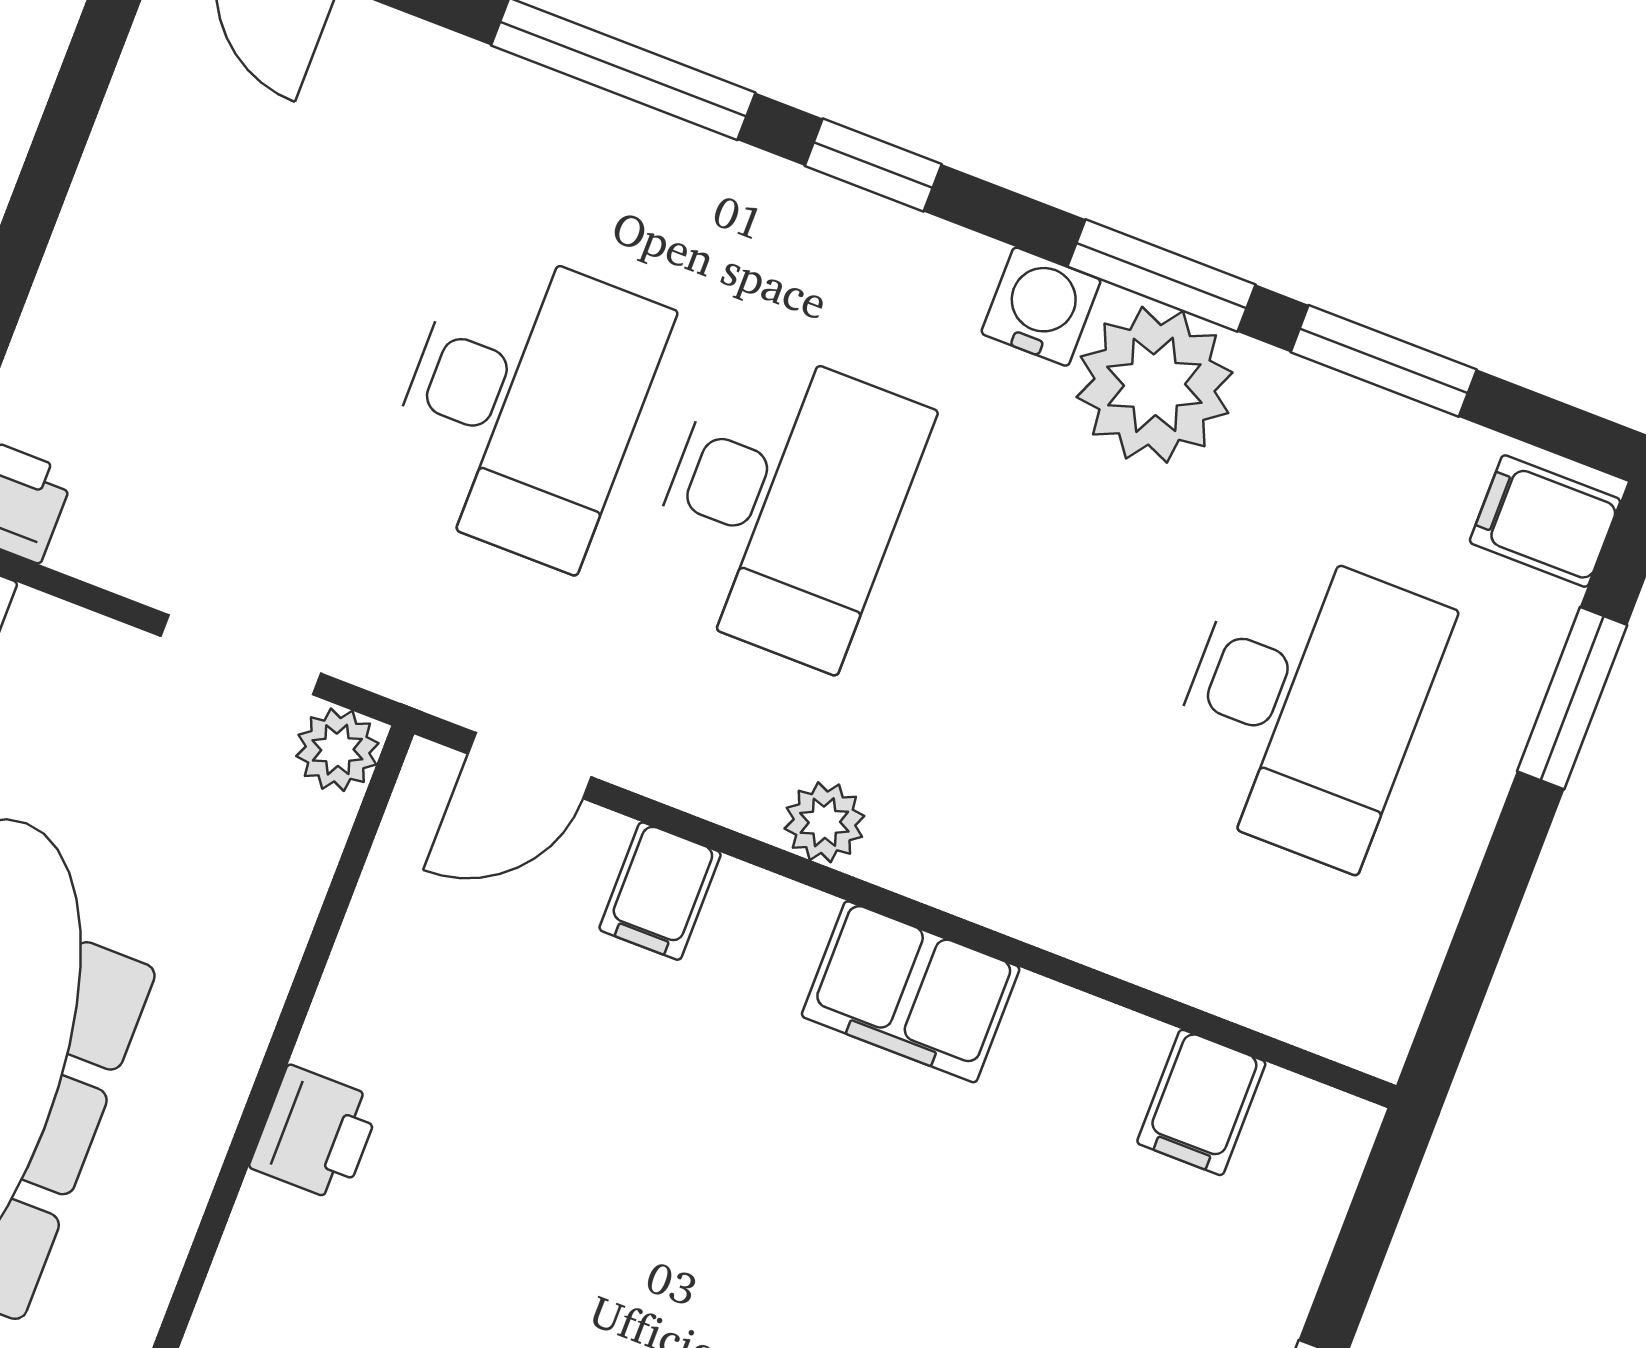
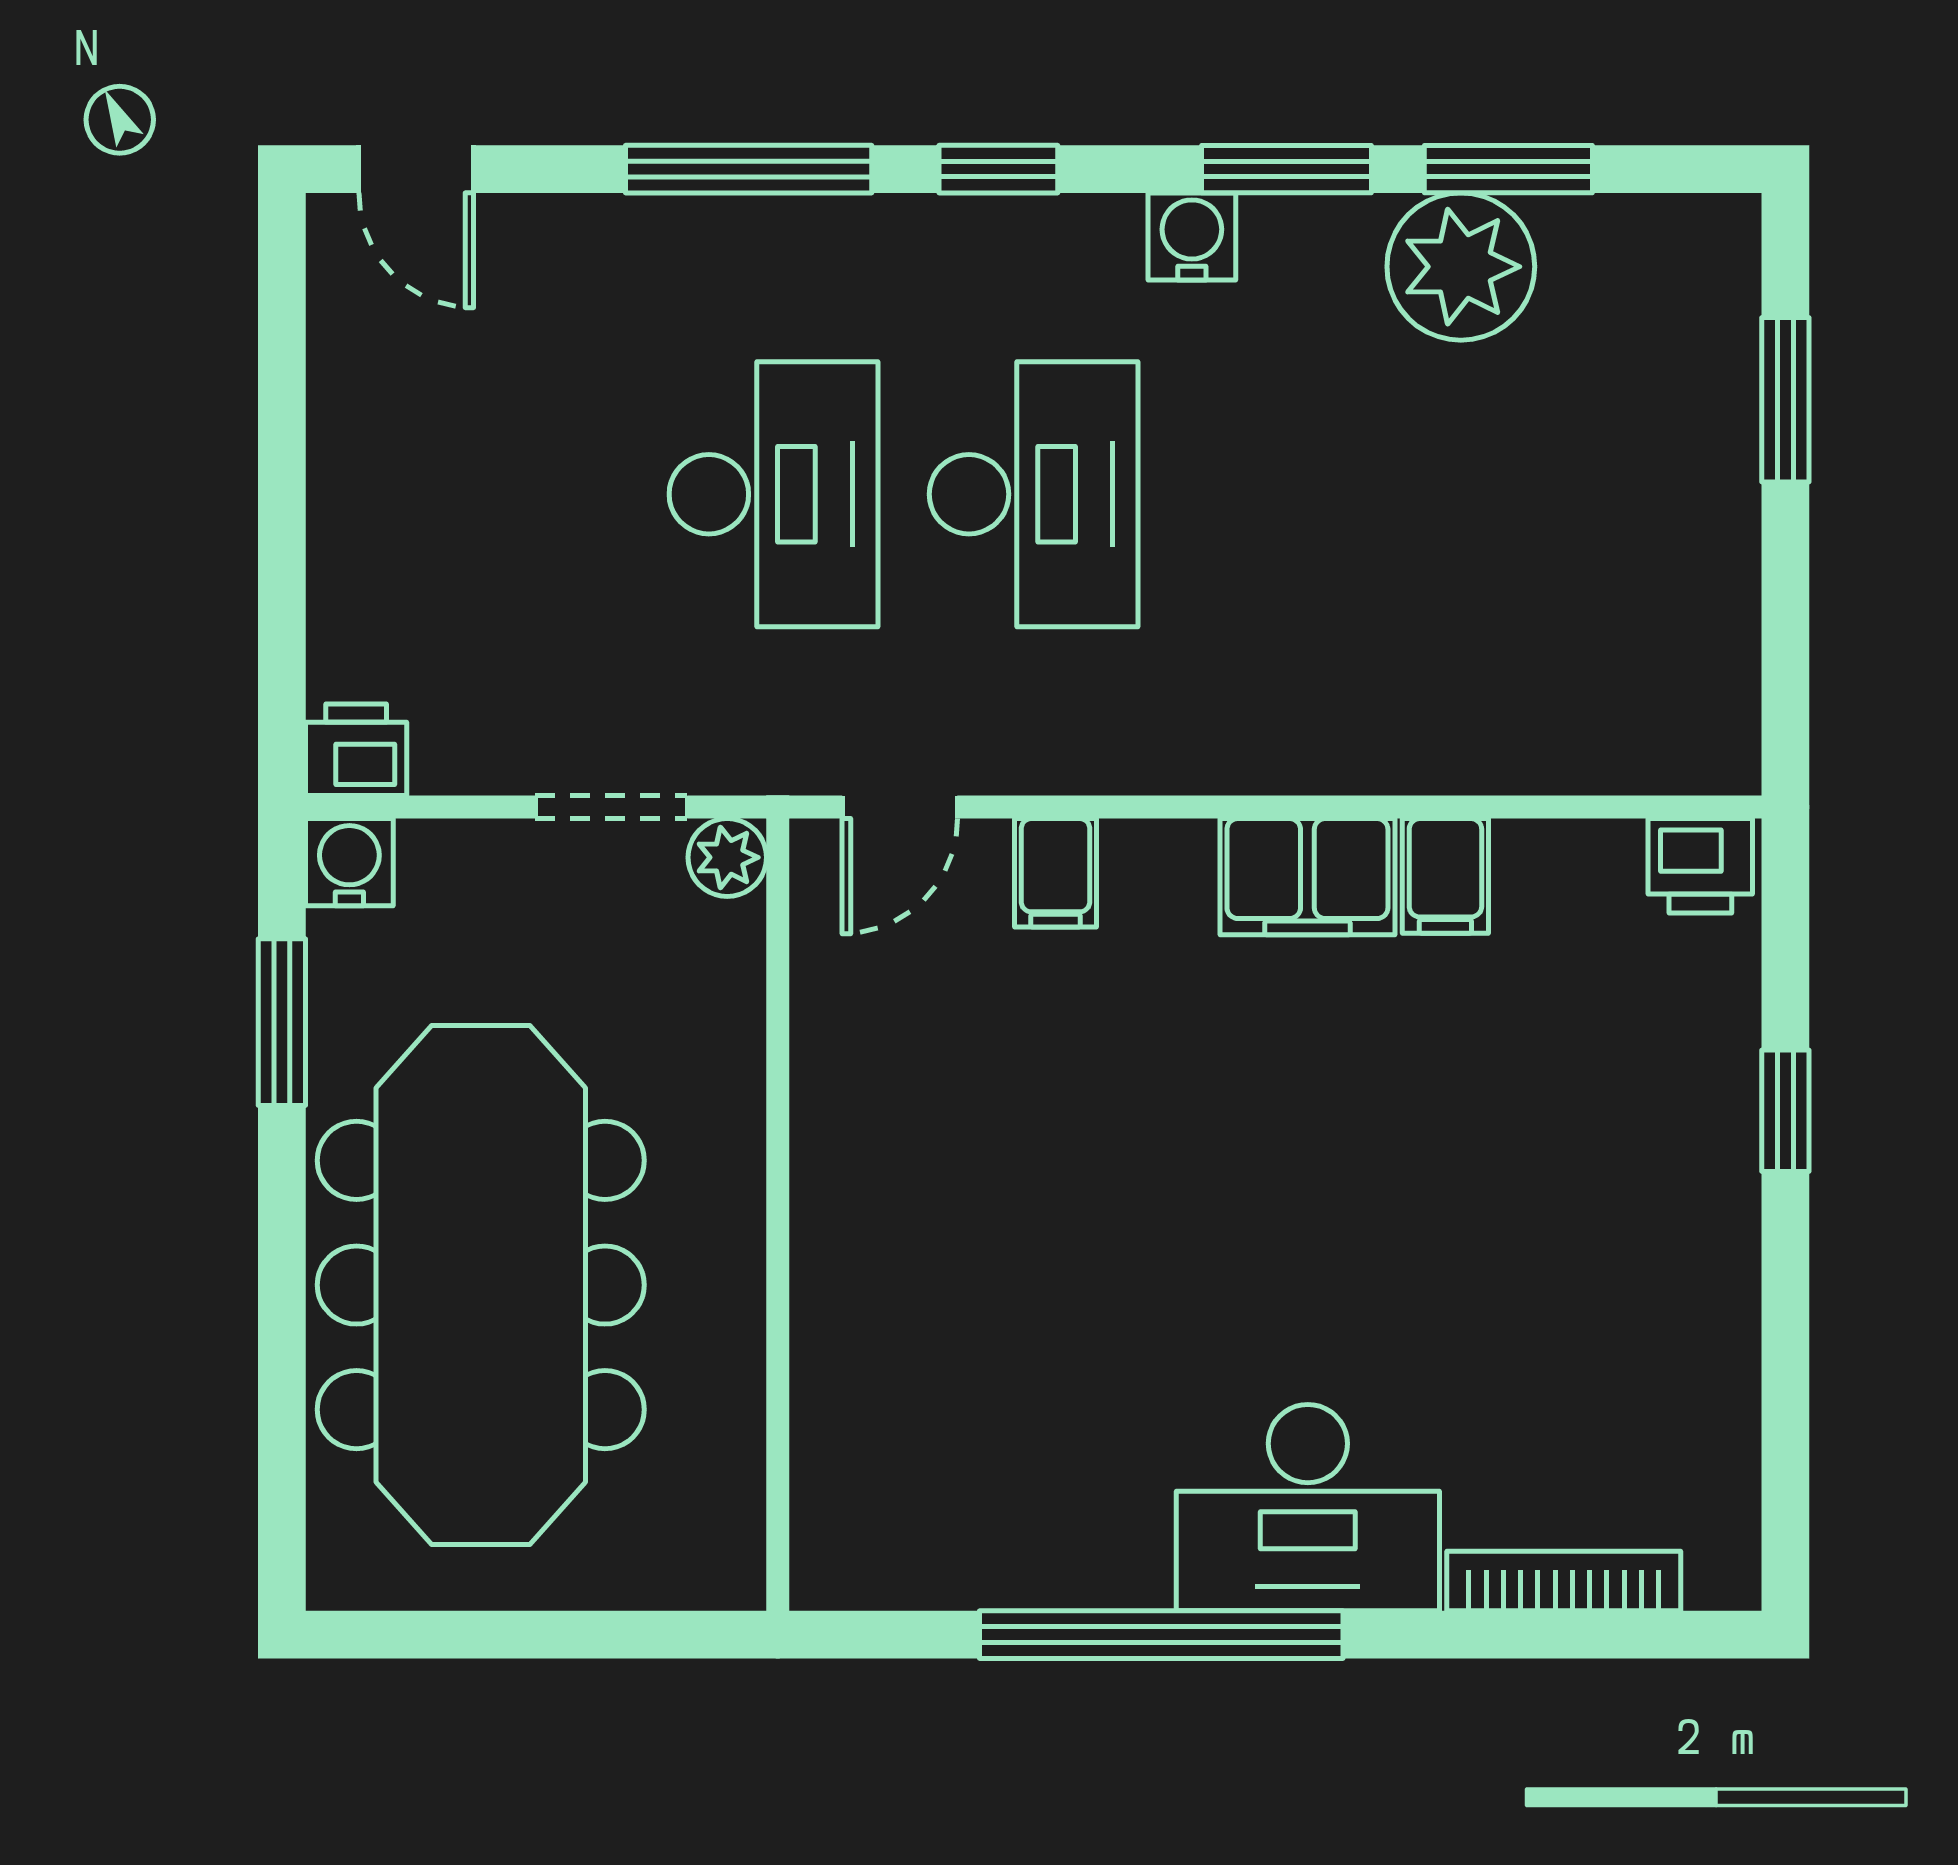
plant: (1154, 385) -> (1461, 267), moved
filing cabinet: (1545, 521) -> (1703, 255), removed
desk: (1304, 704) -> (1554, 494), removed
plant: (824, 822) -> (1176, 758), removed
filing cabinet: (1201, 1102) -> (1445, 876), moved
printer: (315, 1134) -> (1700, 866), moved, turned 90

